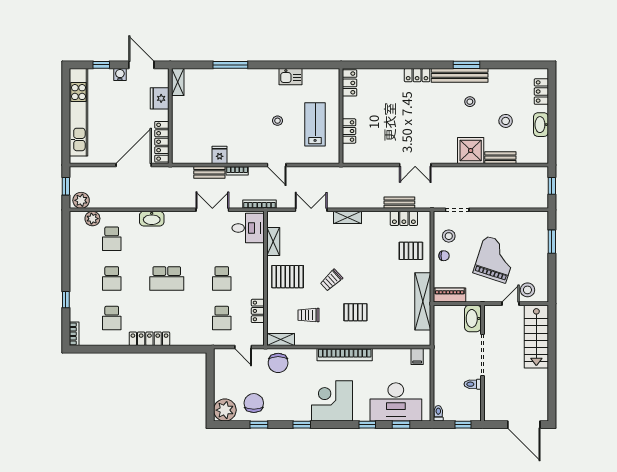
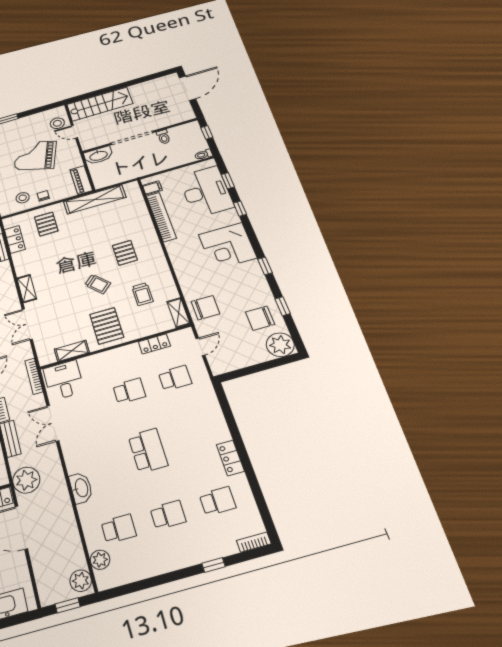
plant: (171, 177) -> (26, 480), added
locker: (149, 339) -> (230, 458), width x0.66
bookcase: (345, 355) -> (161, 217), moved

